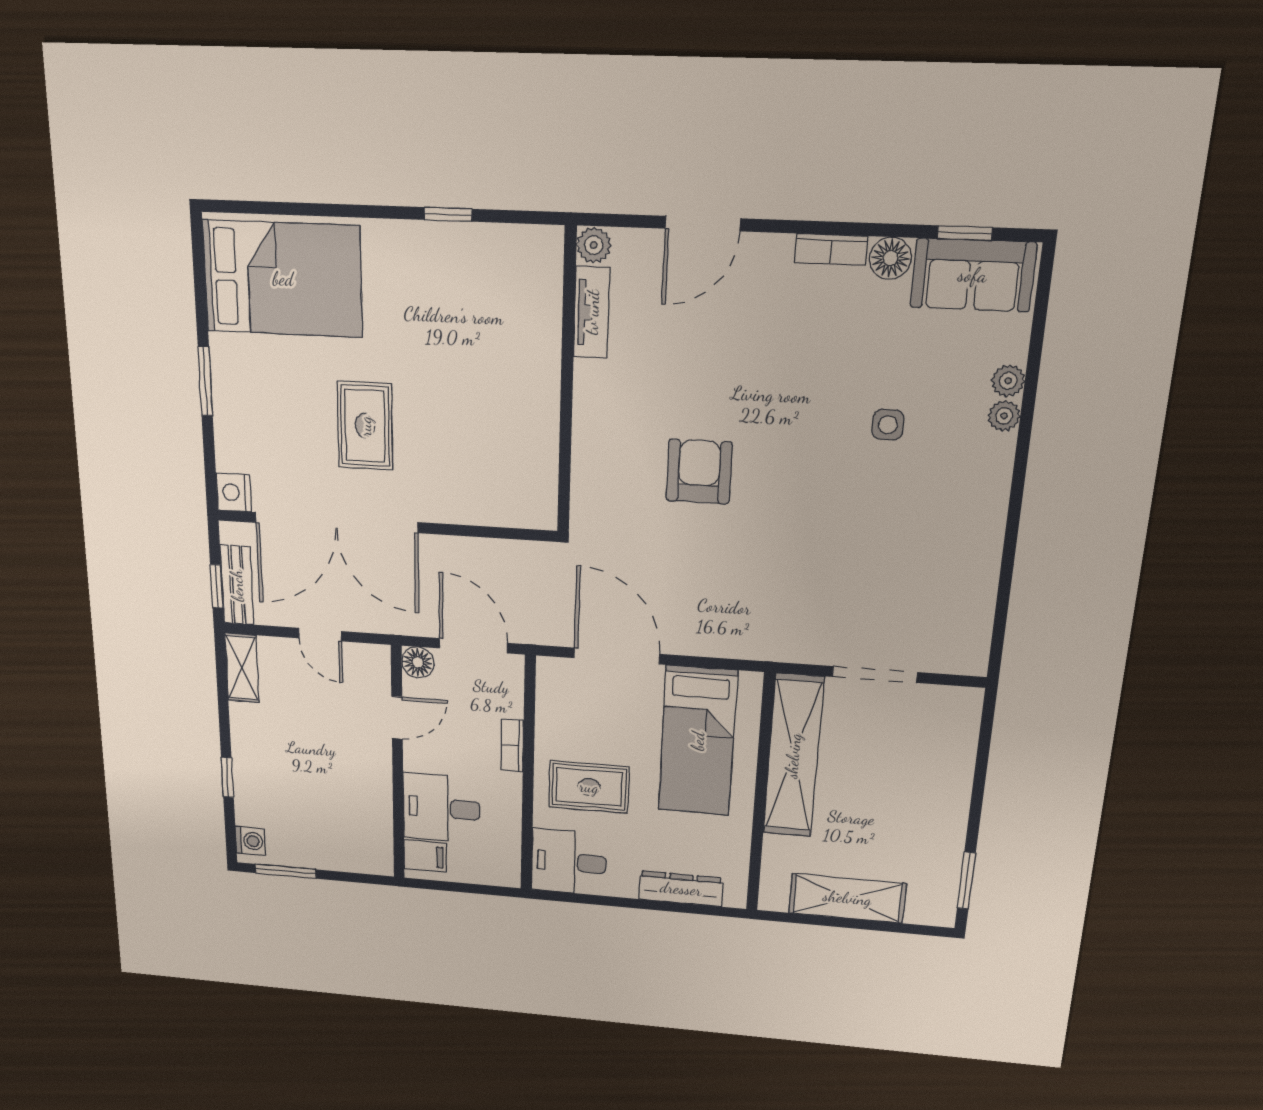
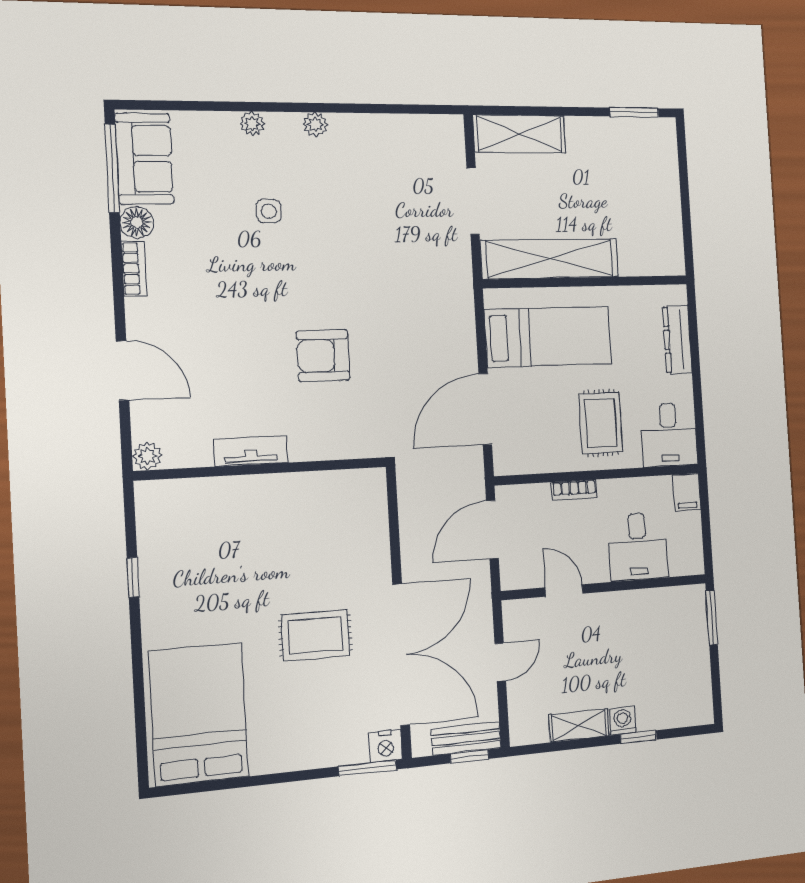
window: (965, 233) -> (112, 168), width x2.17
tv unit: (592, 312) -> (251, 451), moved
window: (205, 381) -> (368, 768), moved
plant: (1008, 381) -> (315, 125), moved
floor lamp: (418, 662) -> (513, 576), removed
shelving: (242, 668) -> (579, 725), moved
washing machine: (250, 841) -> (623, 721), moved
filing cabinet: (425, 856) -> (687, 492), moved, turned 180
window: (285, 871) -> (712, 617), moved
shelving: (847, 898) -> (519, 134), moved, turned 90

